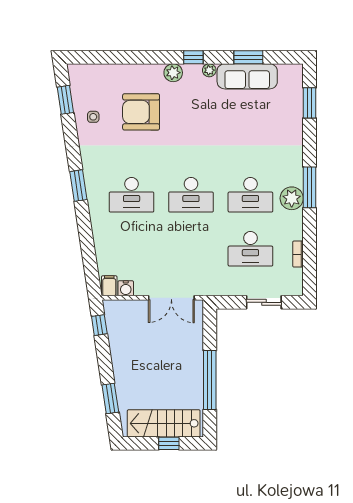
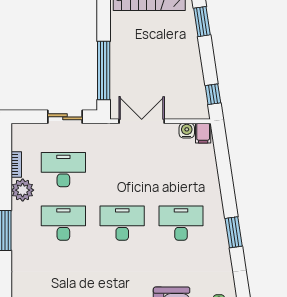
plant: (292, 198) -> (23, 190), moved
sliding door: (264, 302) -> (65, 117), moved
window: (210, 380) -> (104, 70), moved

